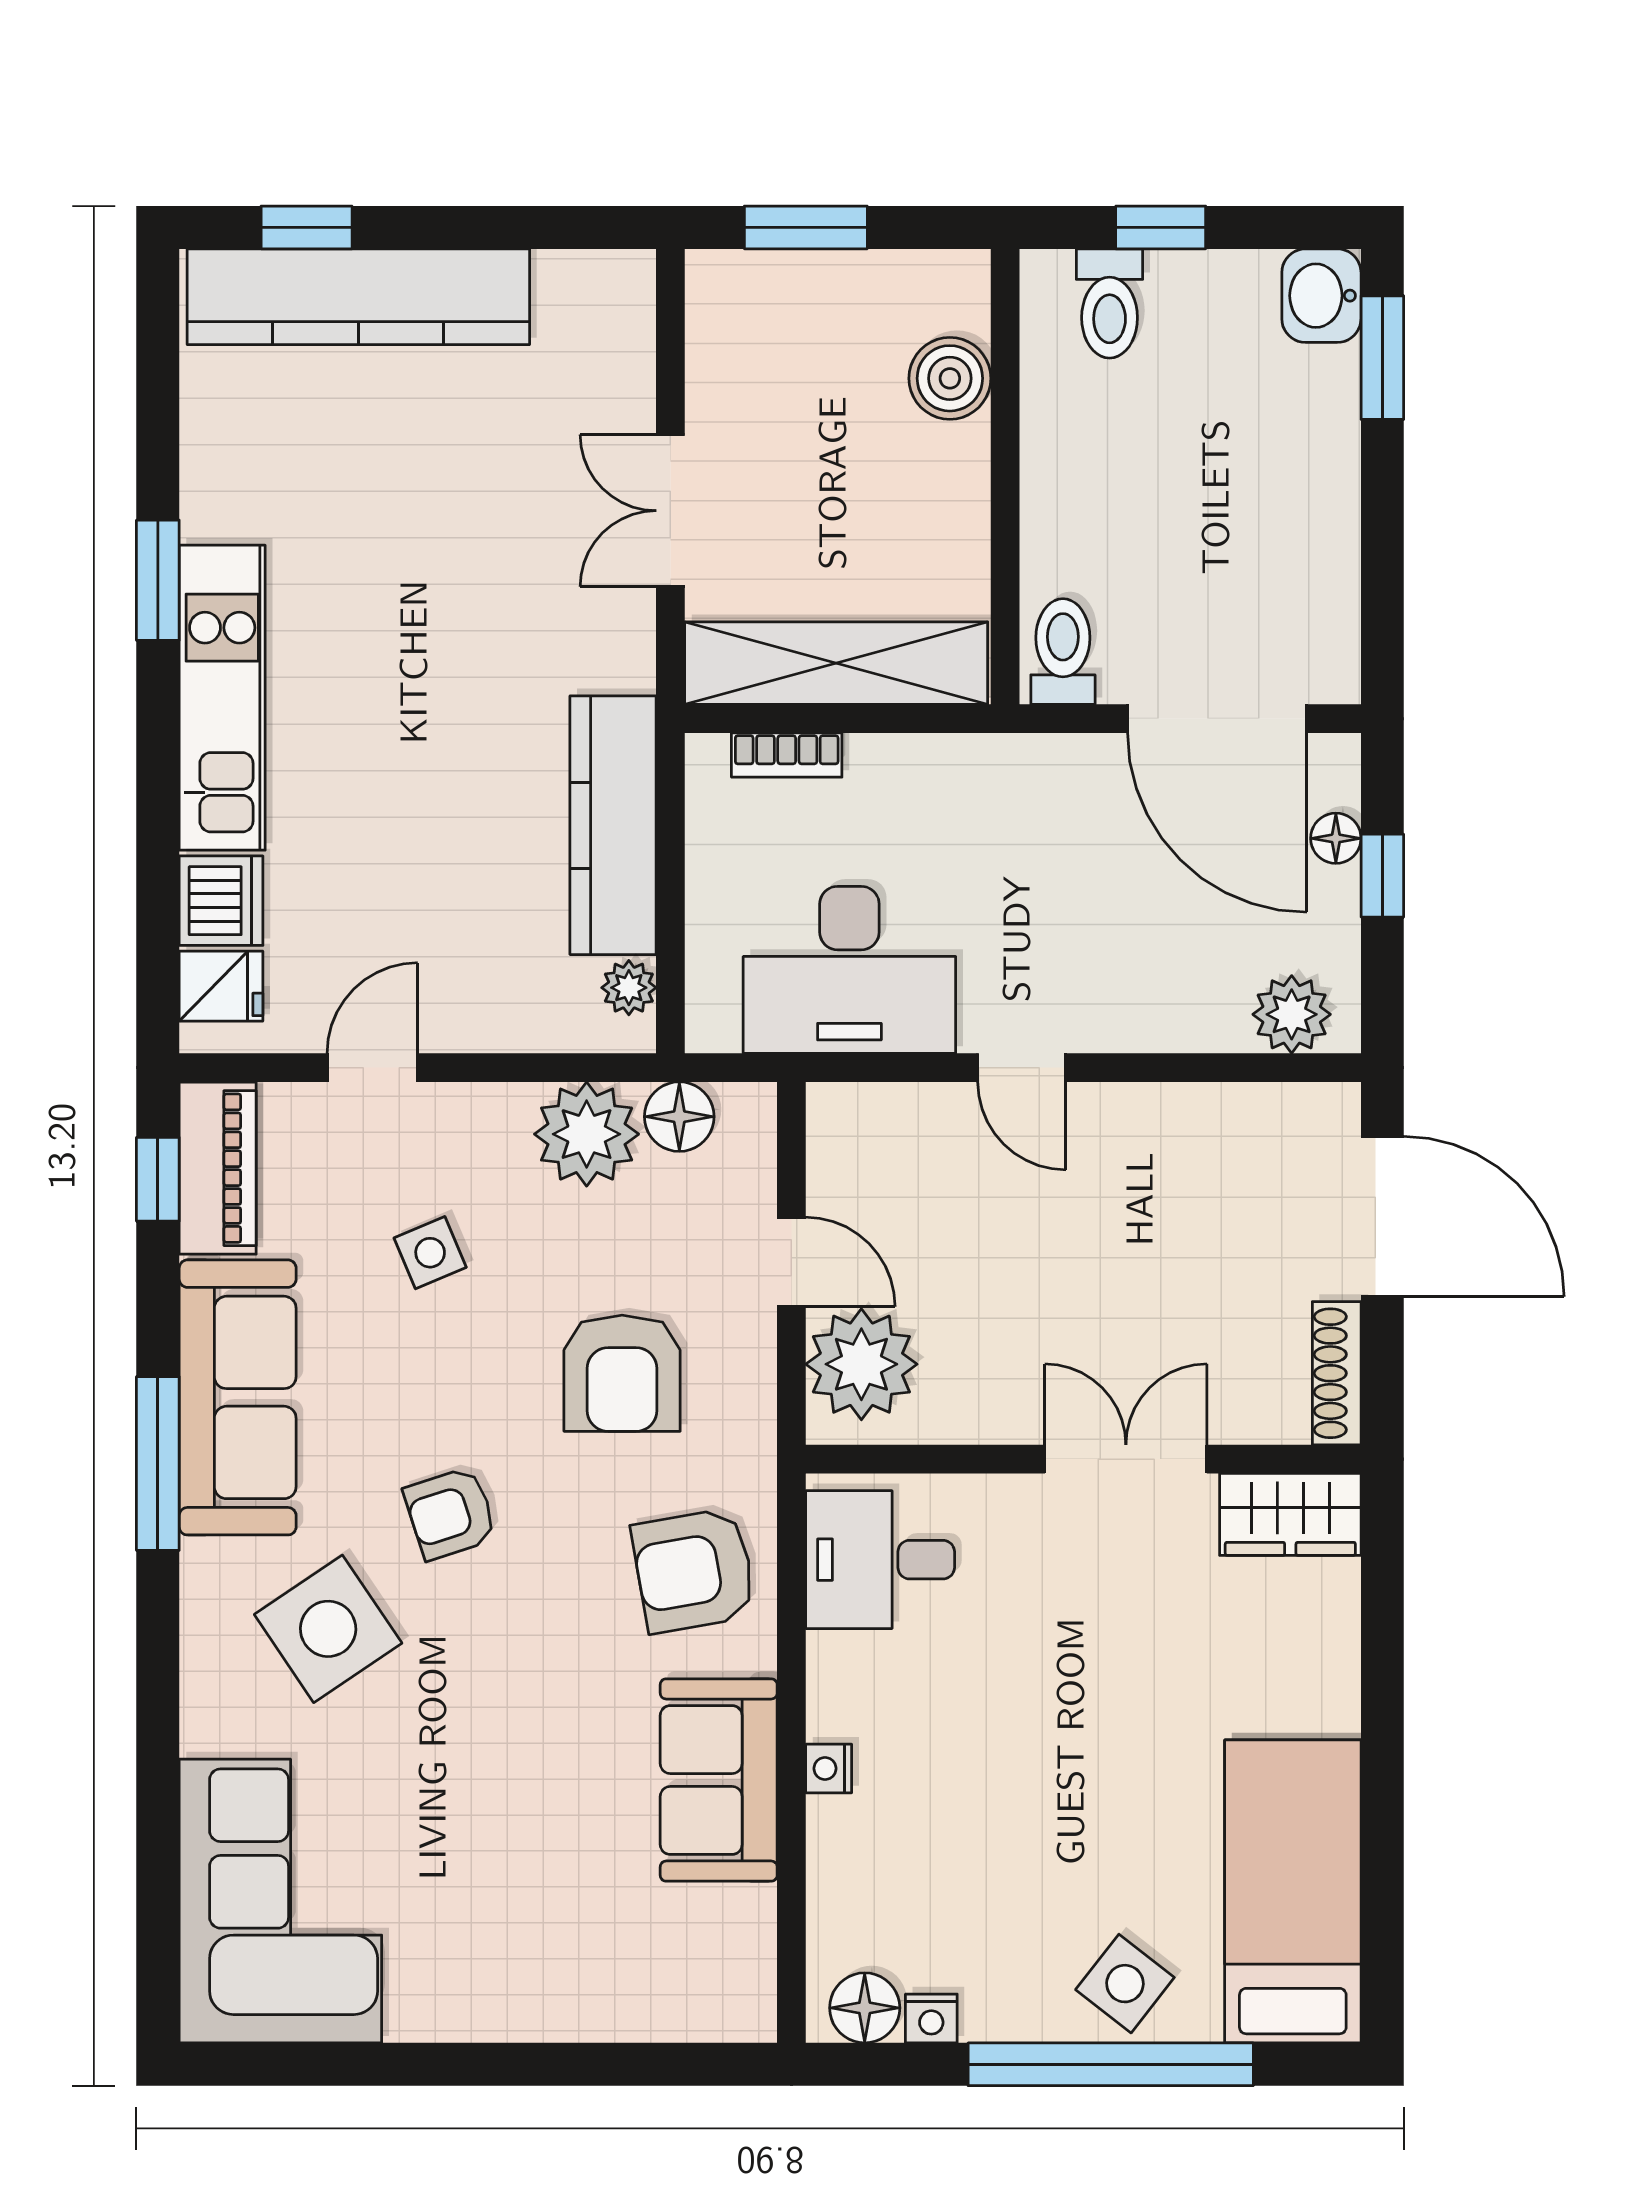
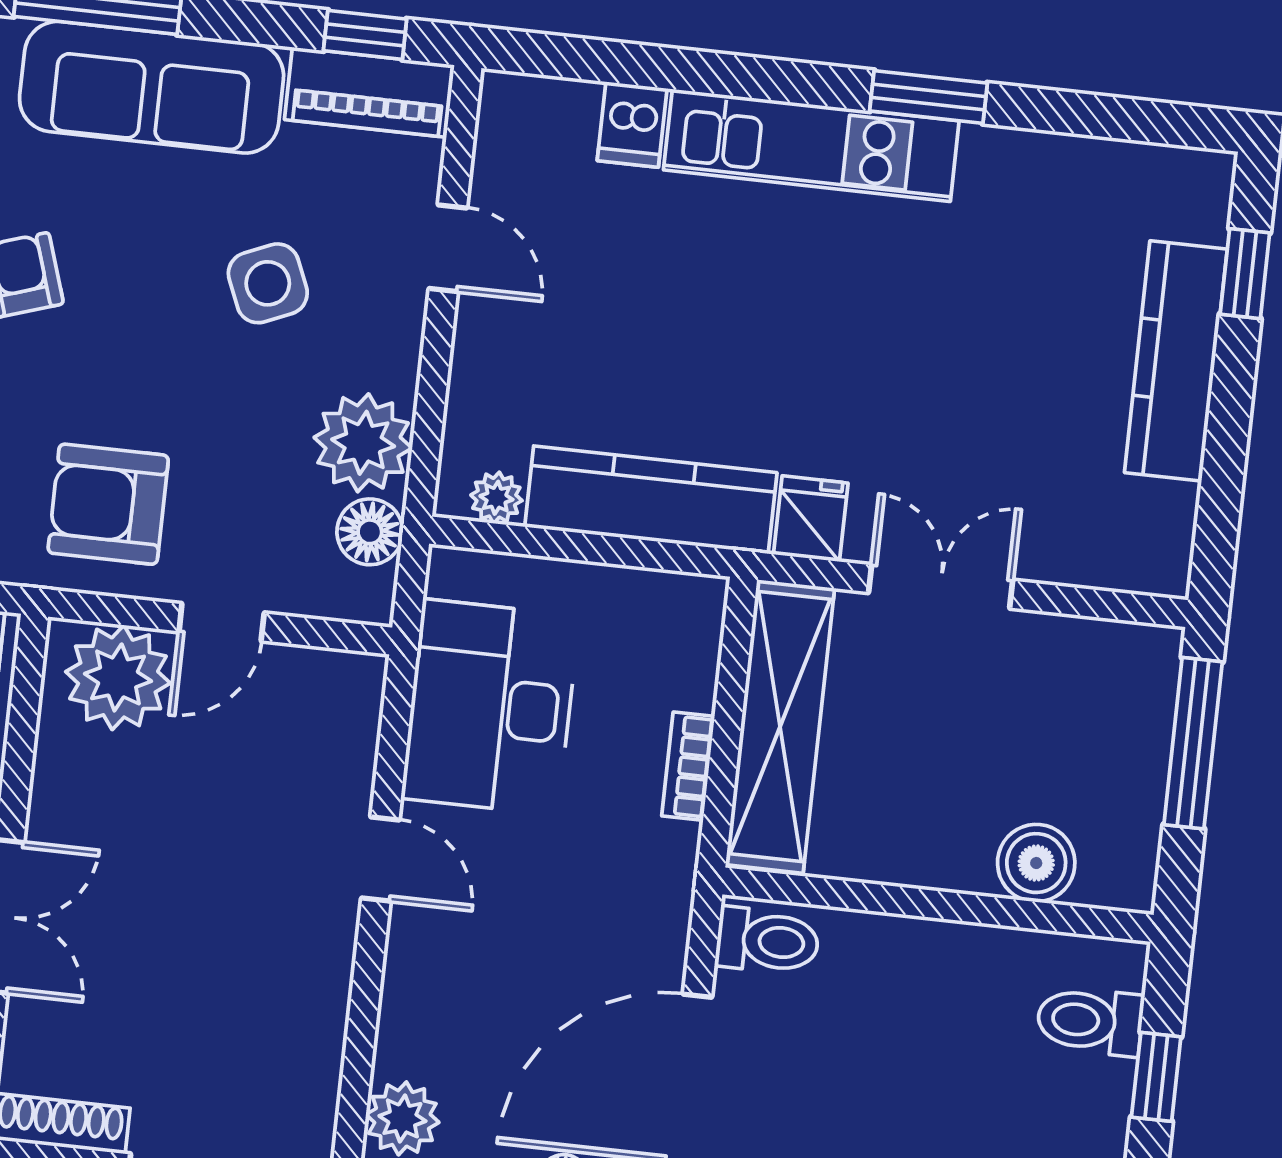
window: (806, 227) -> (1193, 743), width x1.44
kitchen counter: (358, 297) -> (1176, 361), width x0.72, depth x0.86
bookcase: (787, 755) -> (688, 766), moved
dishwasher: (221, 901) -> (632, 125), width x0.73
fridge: (221, 986) -> (811, 519), moved, turned 180
door: (1022, 1068) -> (380, 859), swing flipped
side table: (430, 1253) -> (268, 283), width x1.37, depth x1.37
armchair: (622, 1373) -> (108, 504), moved

